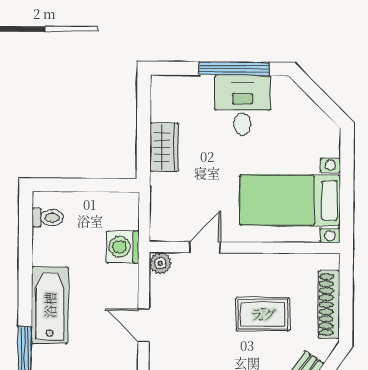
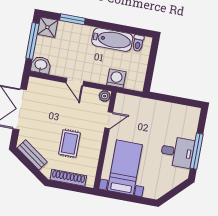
wardrobe: (164, 147) -> (163, 108), removed
door: (205, 247) -> (109, 120), hinge flipped
bathtub: (50, 305) -> (112, 40), moved
door: (144, 325) -> (75, 82), swing flipped

